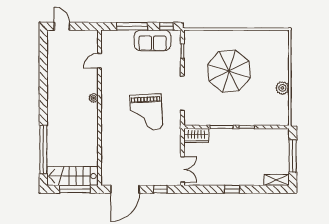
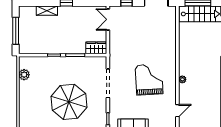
plant: (282, 88) -> (24, 75), moved
grand piano: (146, 112) -> (149, 80), moved
shelving: (277, 180) -> (47, 11), moved

